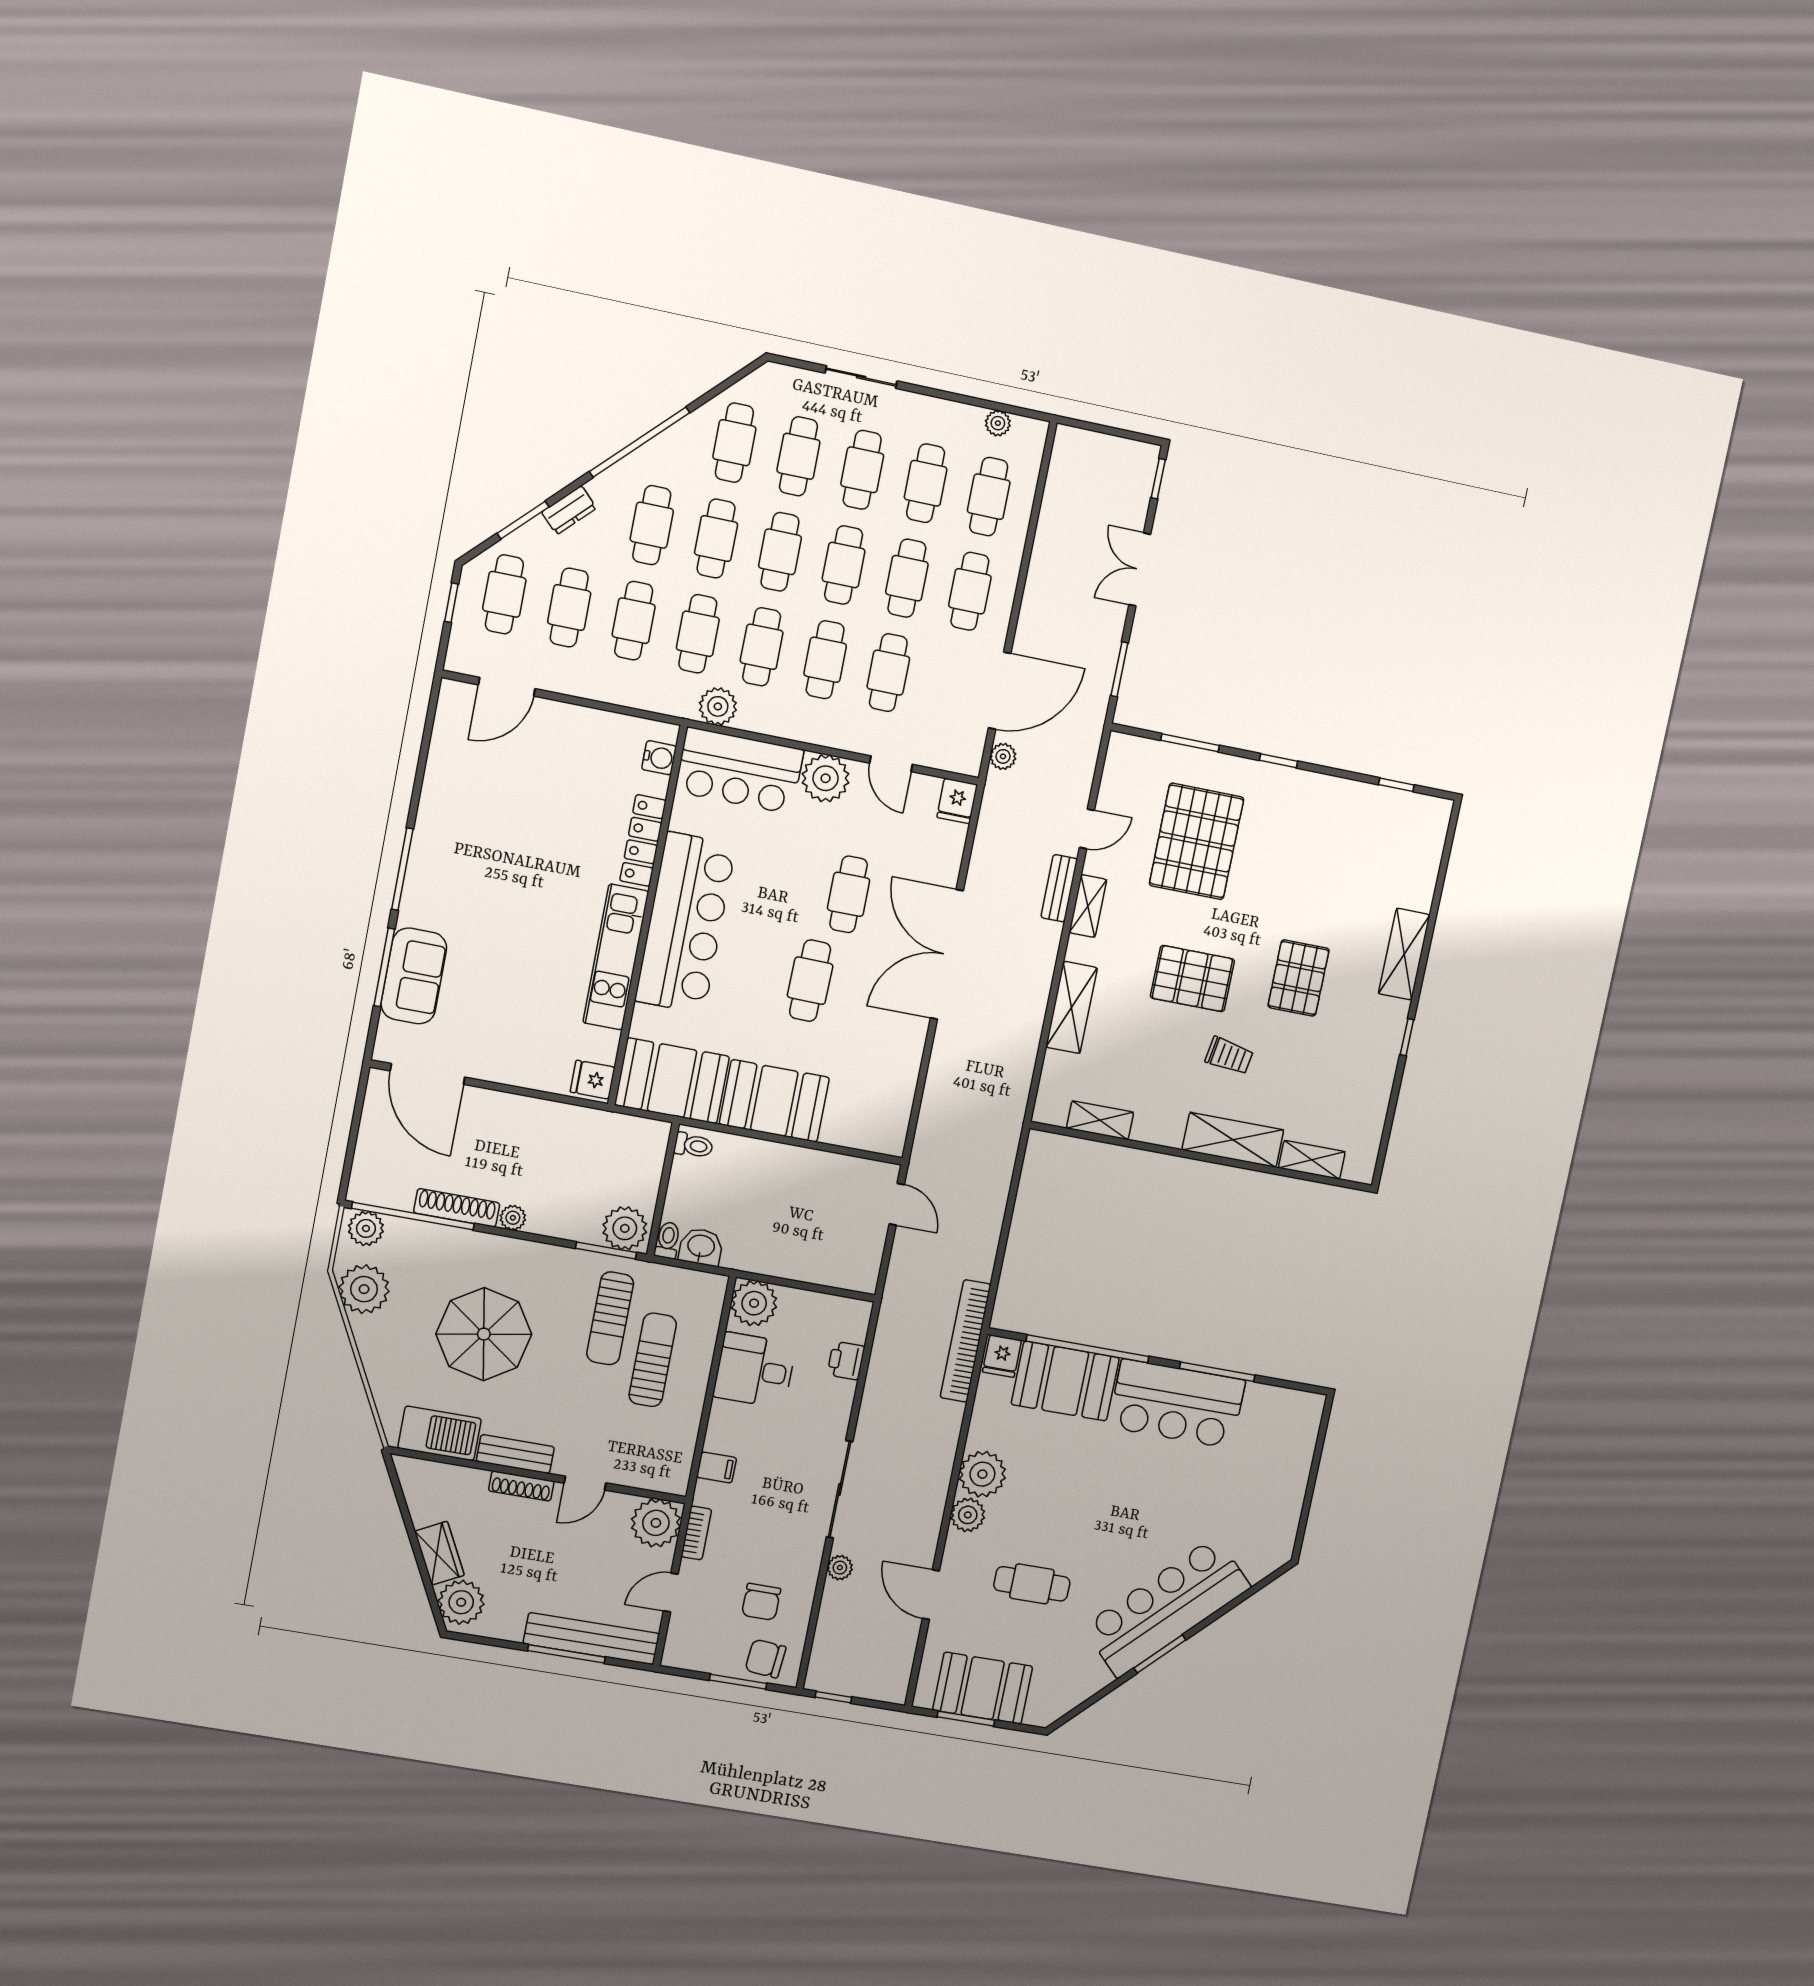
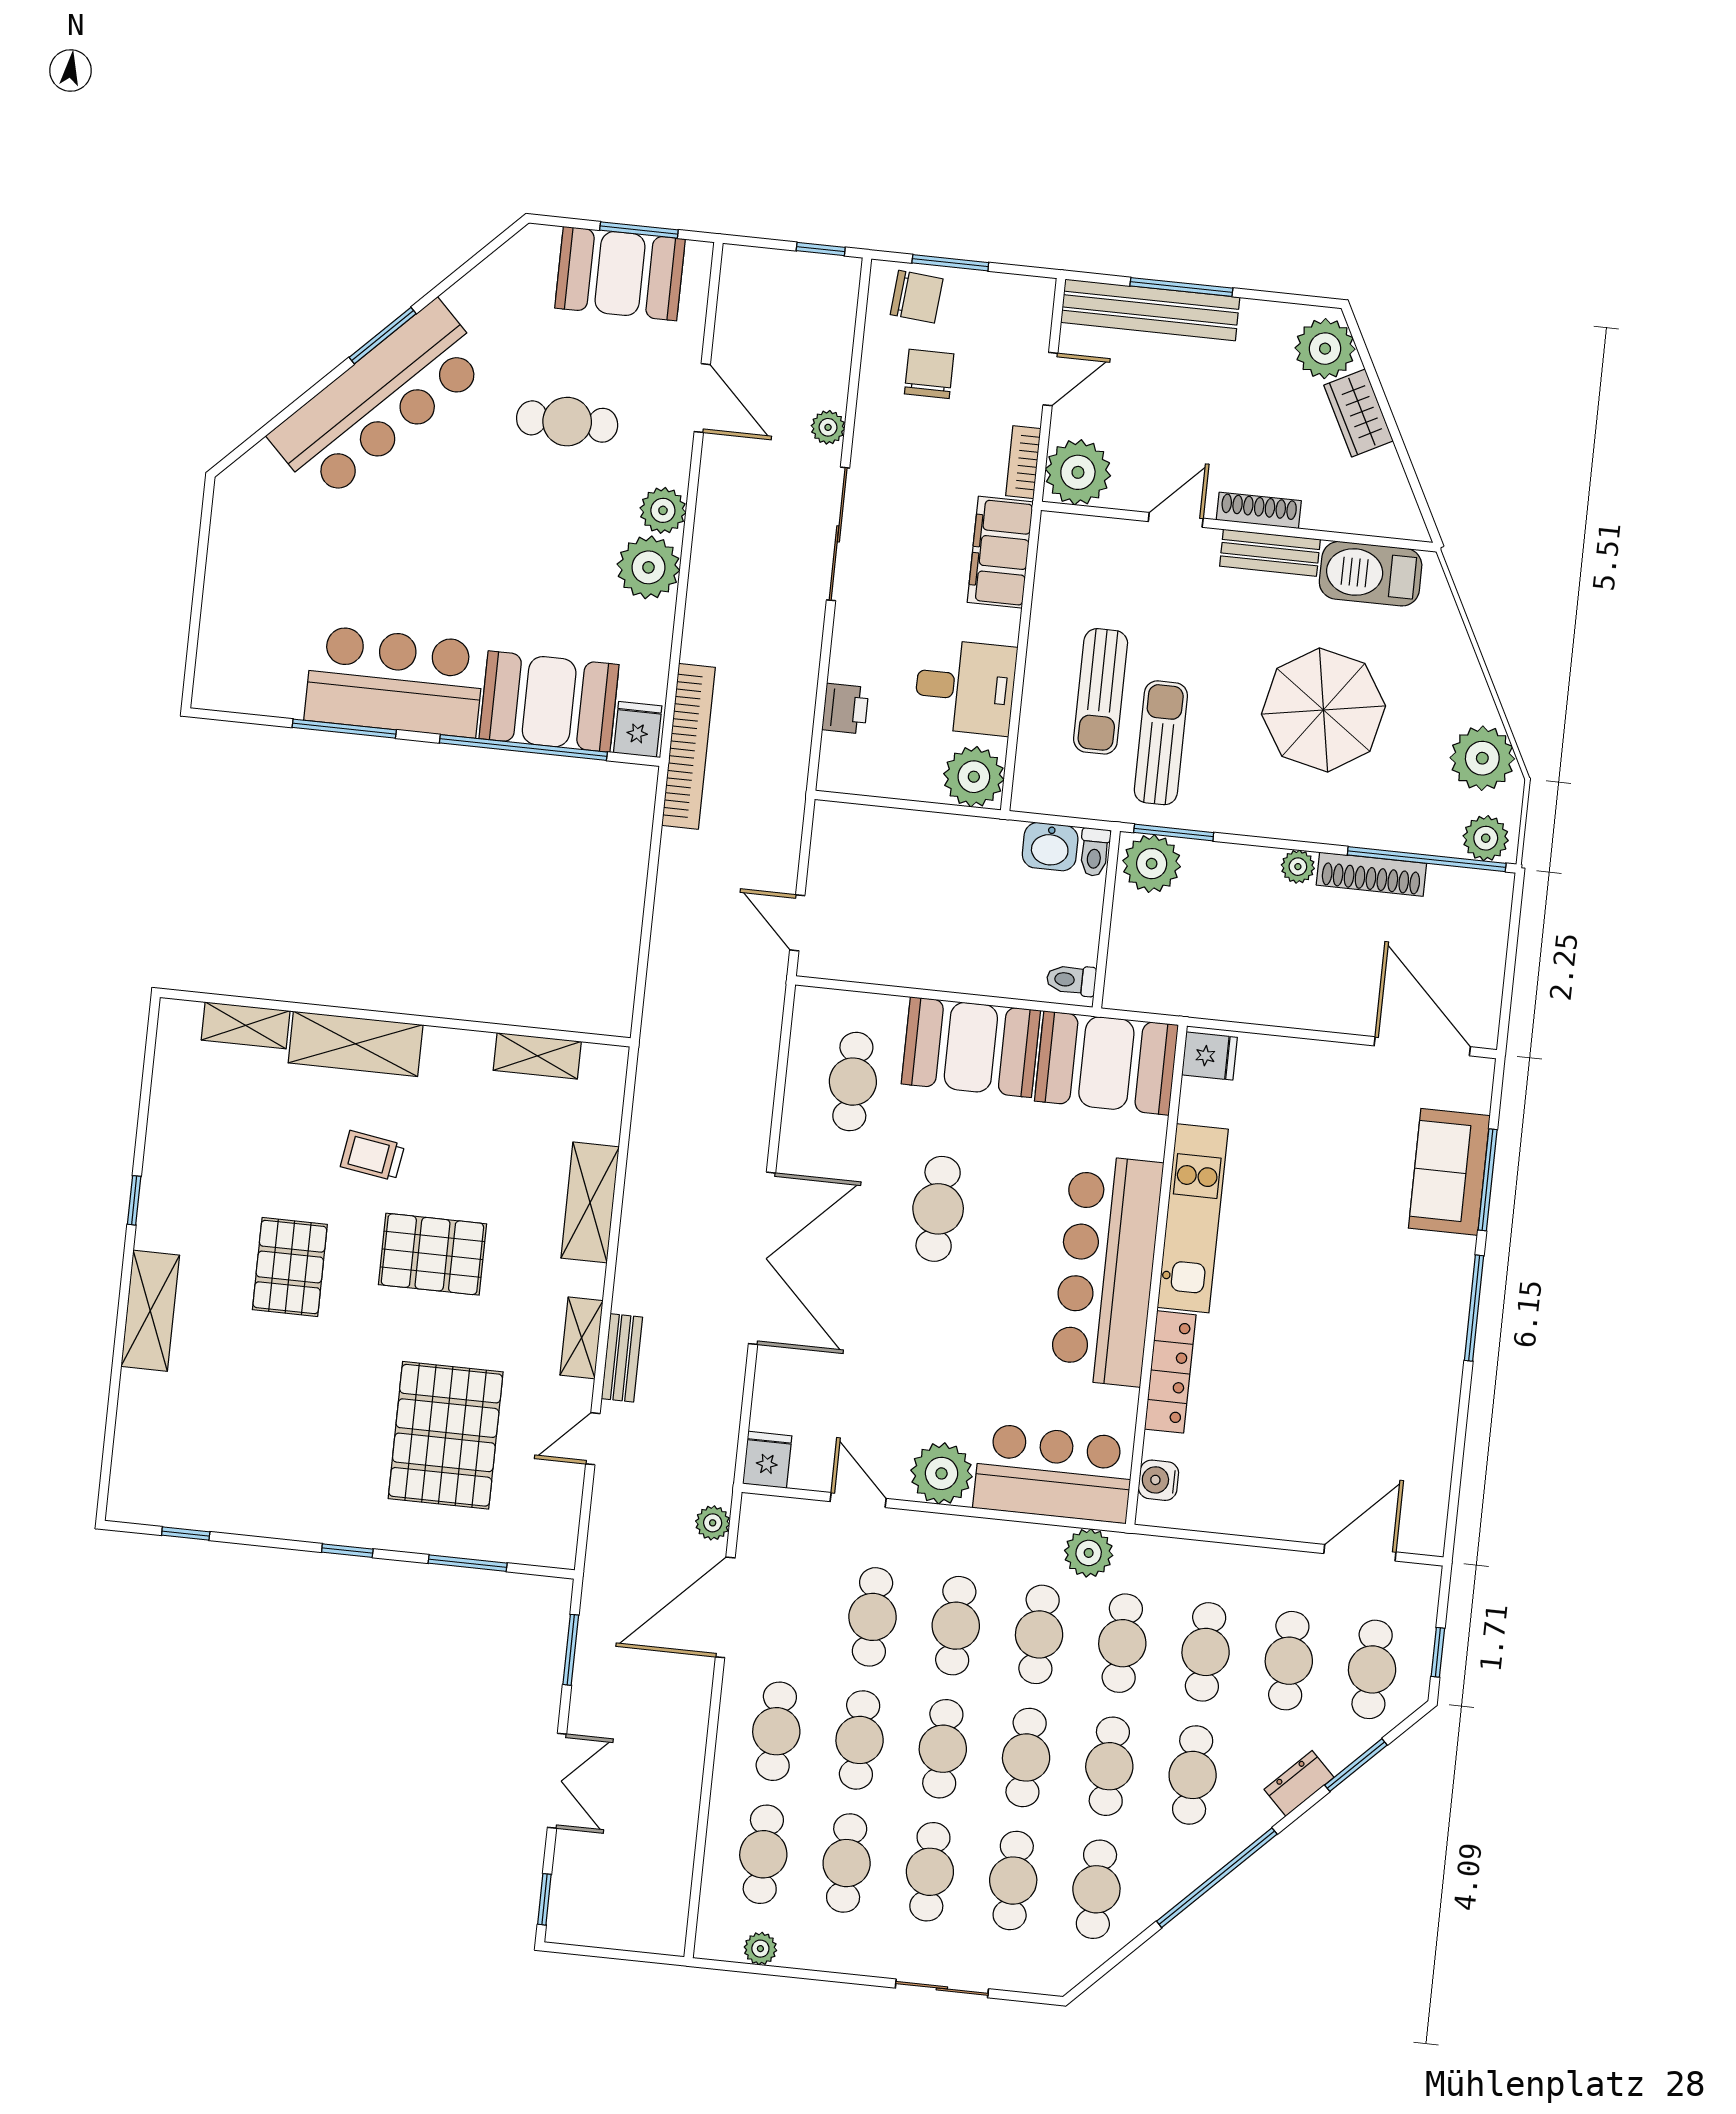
cafe table: (849, 894) -> (853, 1082), moved
filing cabinet: (717, 1467) -> (1000, 552), width x3.00, depth x1.17

